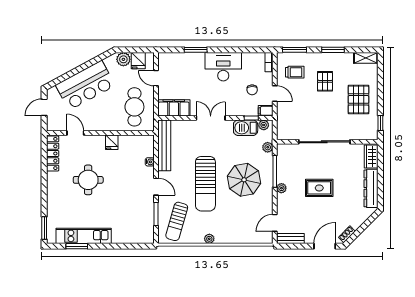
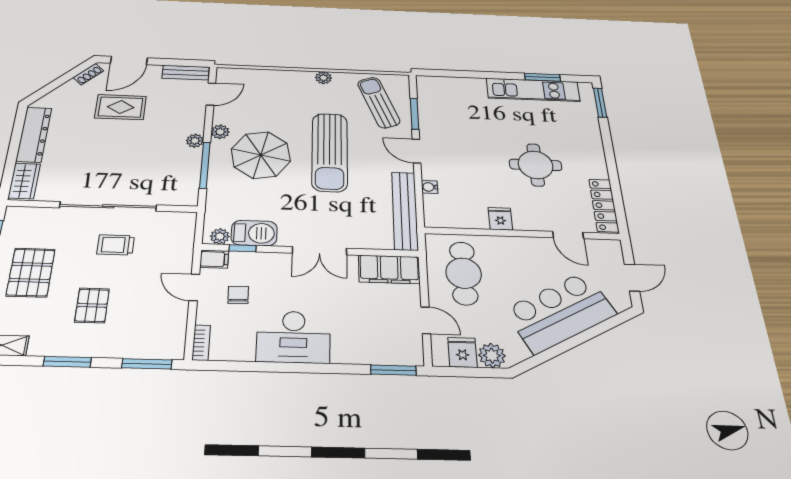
window: (196, 50) -> (393, 370), moved
trolley: (295, 72) -> (116, 245), moved
plant: (268, 147) -> (220, 132), moved
sun lounger: (205, 184) -> (330, 152), turned 180
rug: (319, 188) -> (121, 107), moved
sun lounger: (177, 221) -> (379, 102), turned -37

